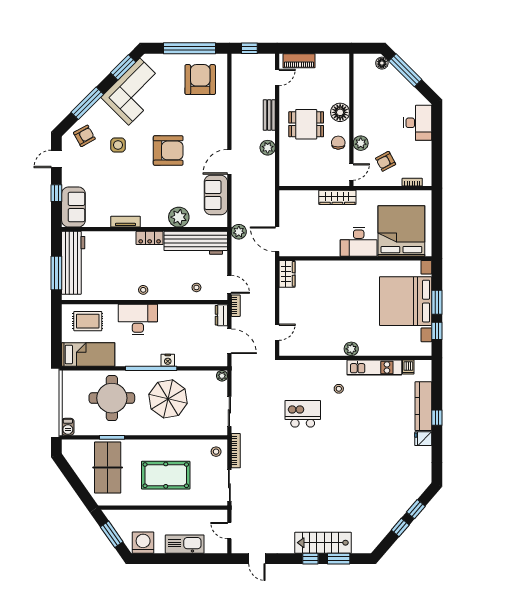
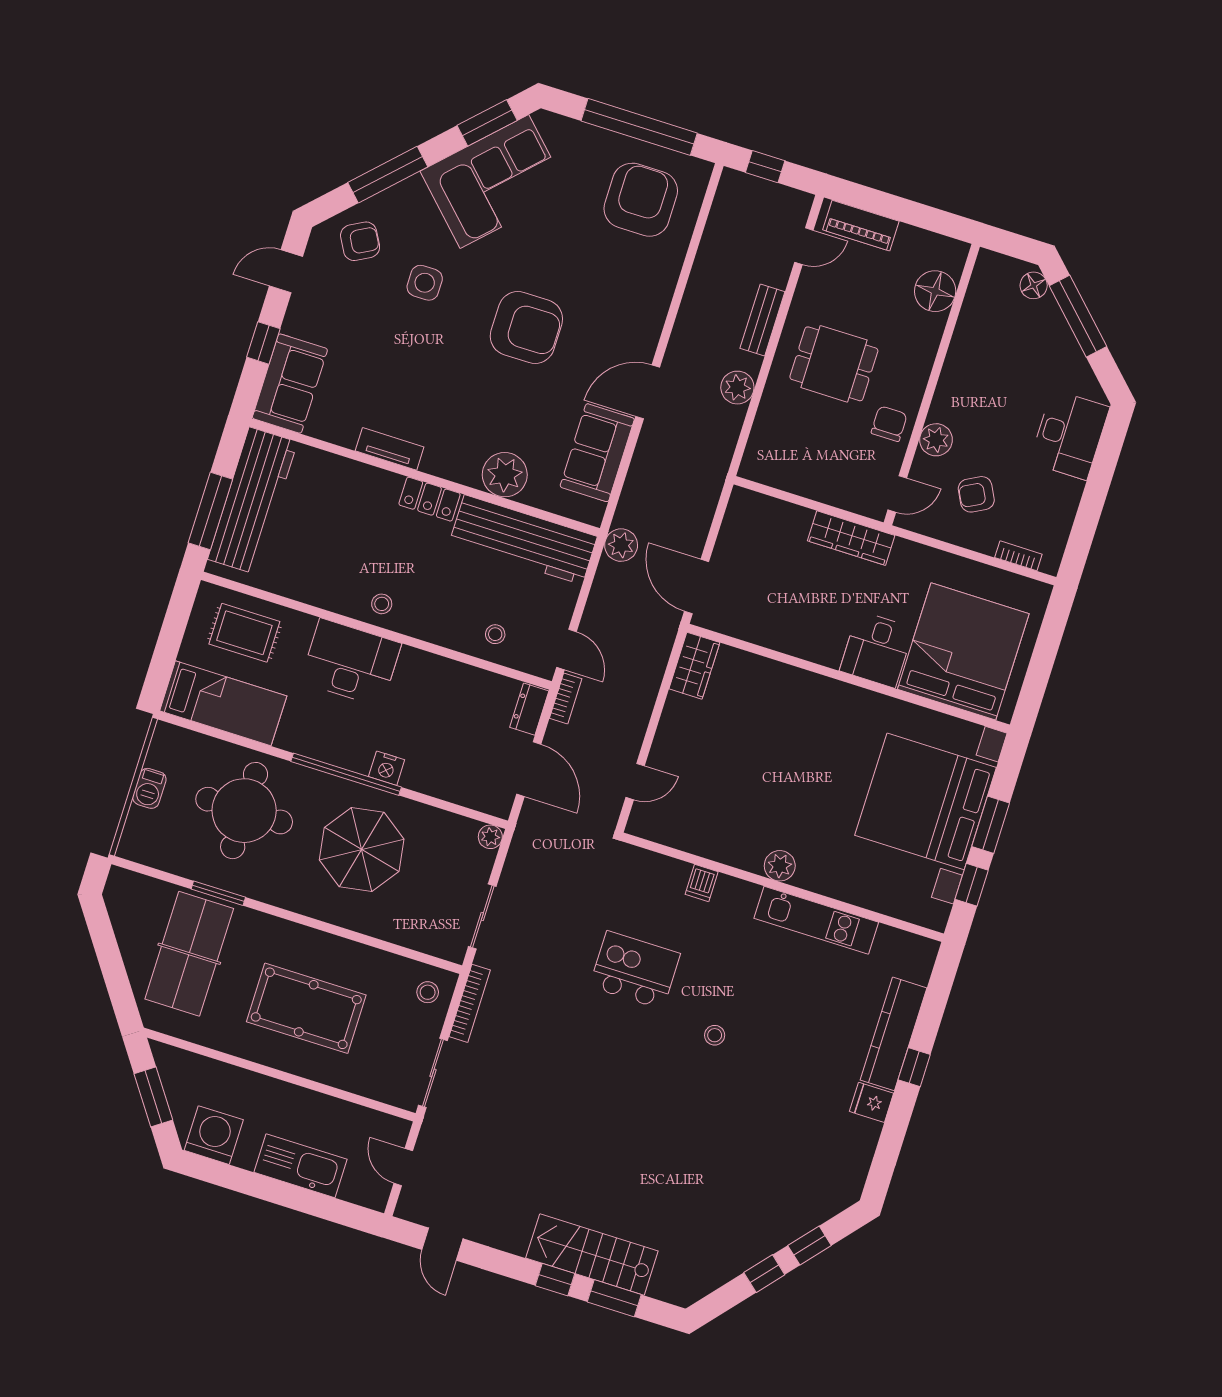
floor lamp: (340, 112) -> (935, 291), moved
desk: (359, 242) -> (877, 649), width x0.73
dishwasher: (408, 367) -> (702, 883), moved
stool: (339, 389) -> (715, 1035), moved
barbecue: (68, 427) -> (149, 788), moved

